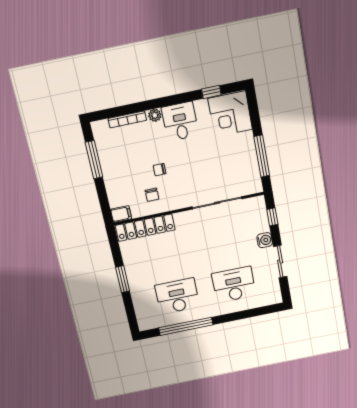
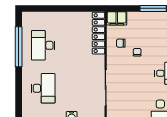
filing cabinet: (121, 214) -> (117, 18), width x2.00
window: (123, 279) -> (64, 8), removed
desk: (177, 296) -> (43, 45), turned 180

